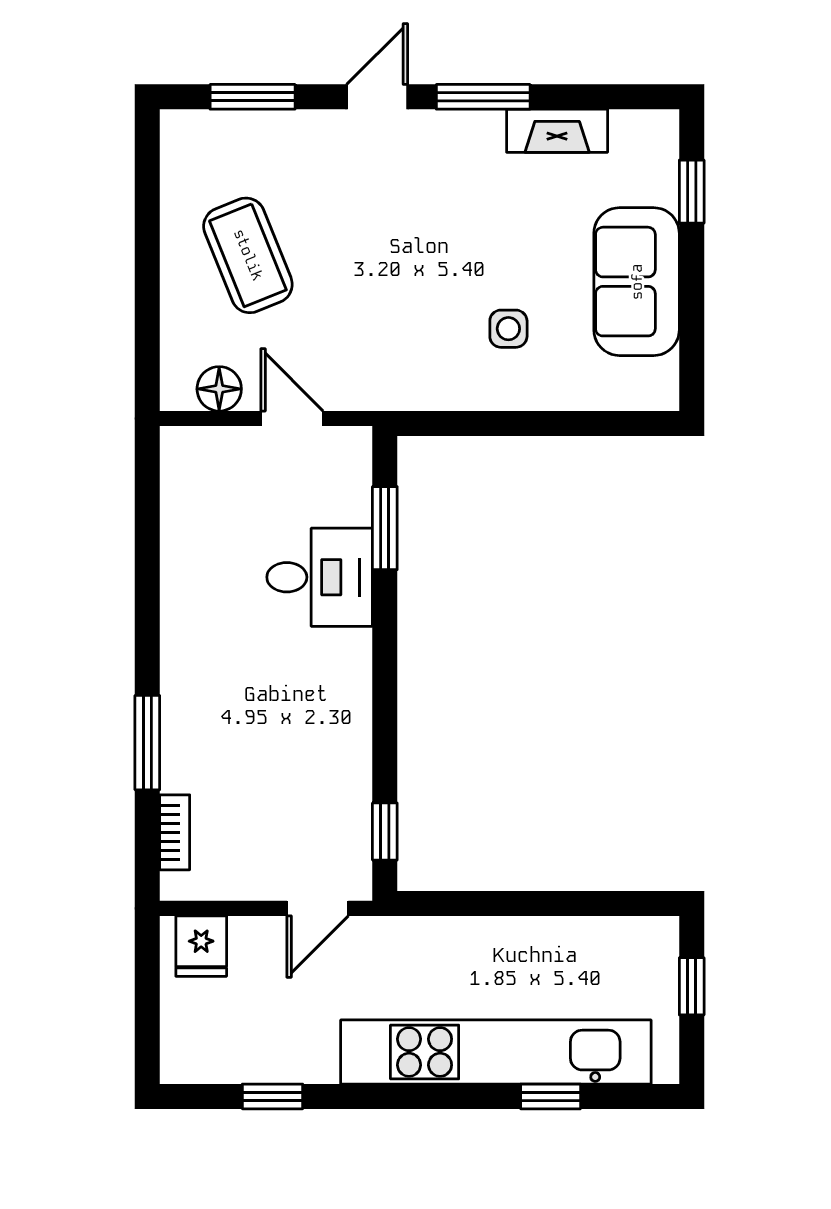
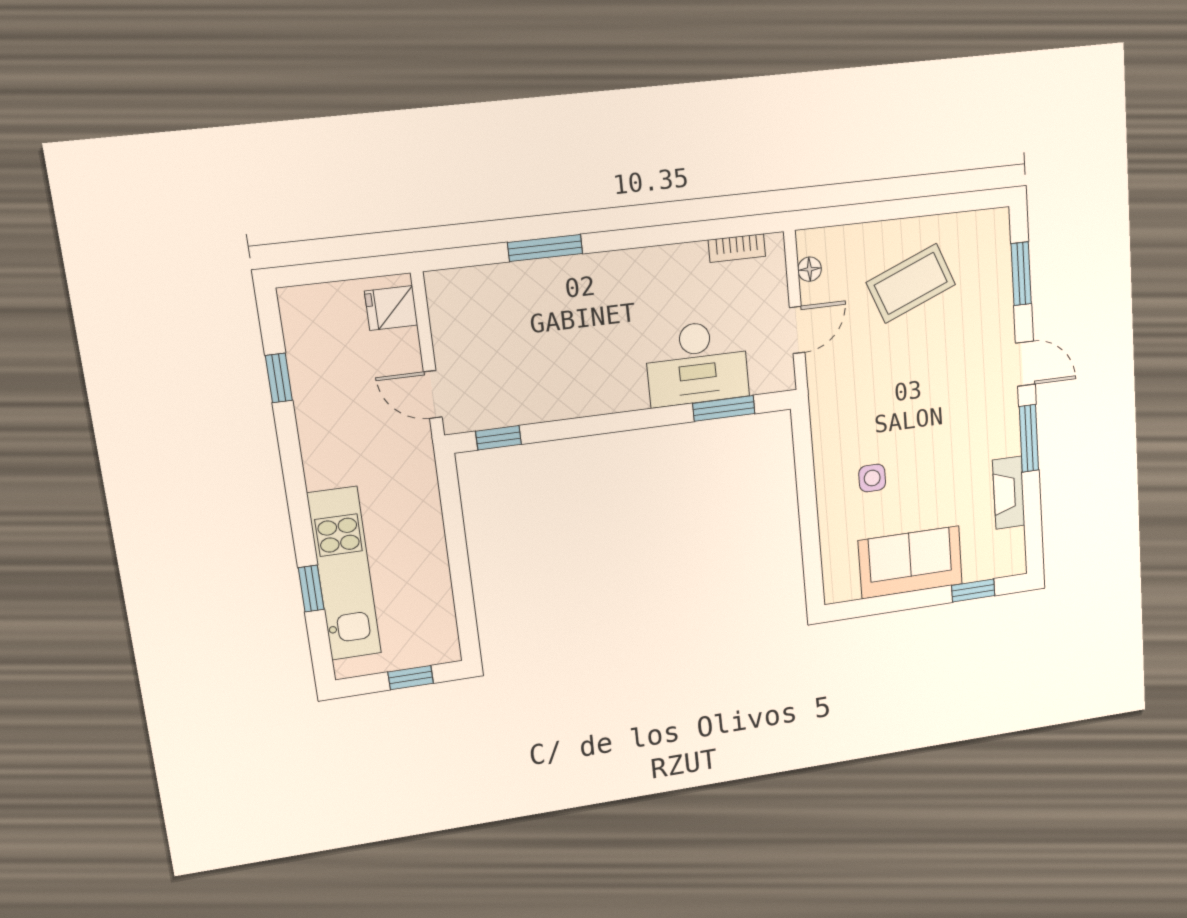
floor lamp: (219, 389) -> (810, 269), width x0.73, depth x0.73
desk: (320, 577) -> (697, 363), width x1.37
bookcase: (175, 832) -> (737, 248), moved
kitchen unit: (496, 1052) -> (344, 574), width x0.73

